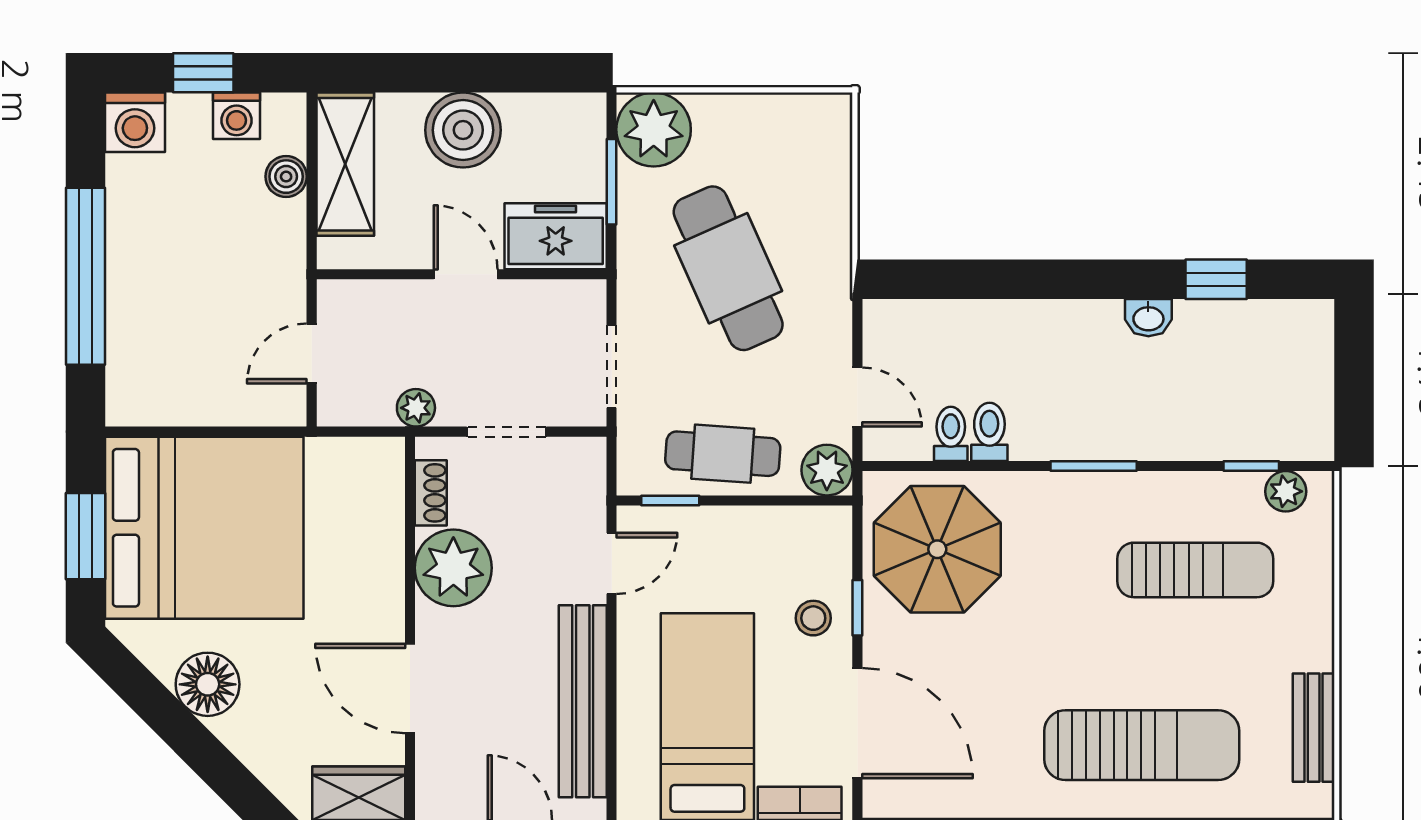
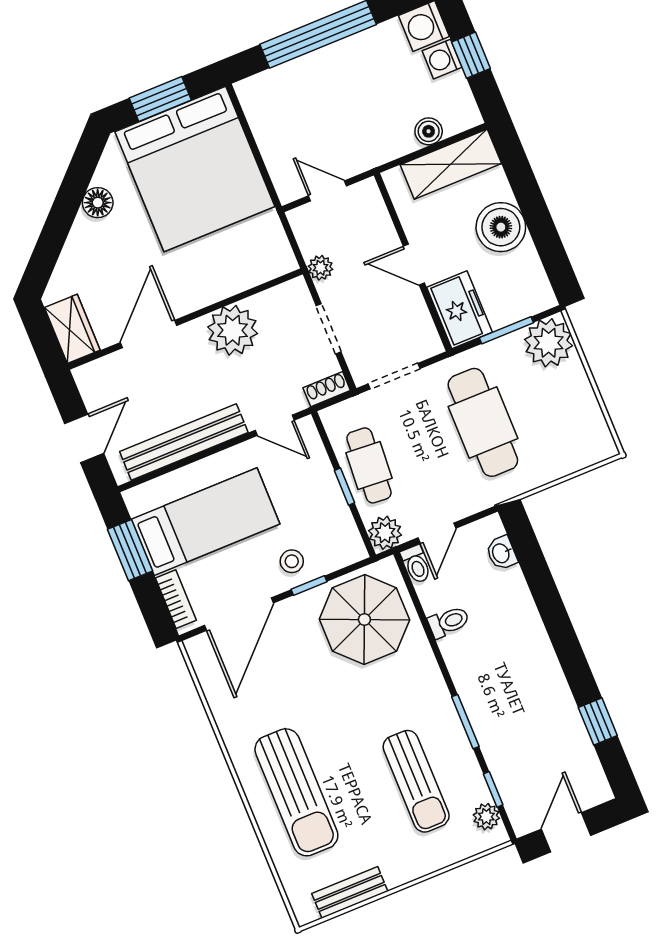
washing machine: (236, 116) -> (442, 59), moved
cafe table: (728, 268) -> (483, 422), turned -66
door: (466, 274) -> (414, 265), swing flipped
washbasin: (1148, 318) -> (501, 553), moved
door: (1354, 388) -> (566, 832), added
toilet: (951, 434) -> (416, 564), moved, turned 90
window: (1094, 466) -> (465, 722), moved
shoe rack: (431, 493) -> (327, 389), moved, turned 180
window: (670, 500) -> (345, 487), moved
floor lamp: (208, 684) -> (98, 203), width x0.73, depth x0.73

